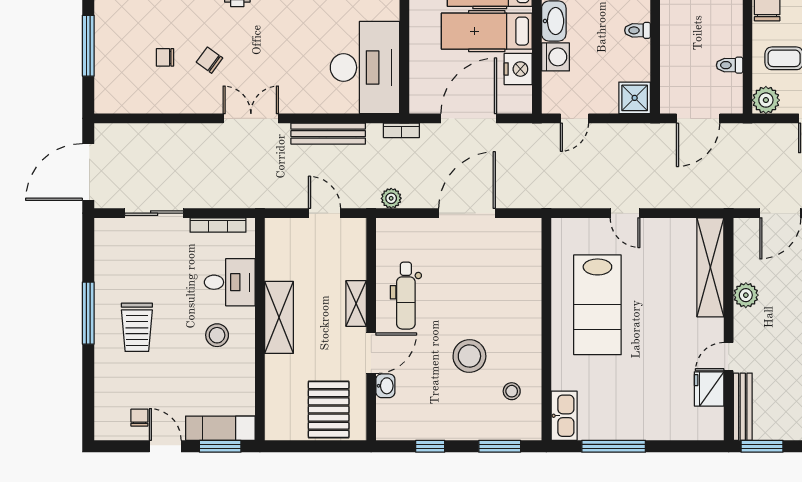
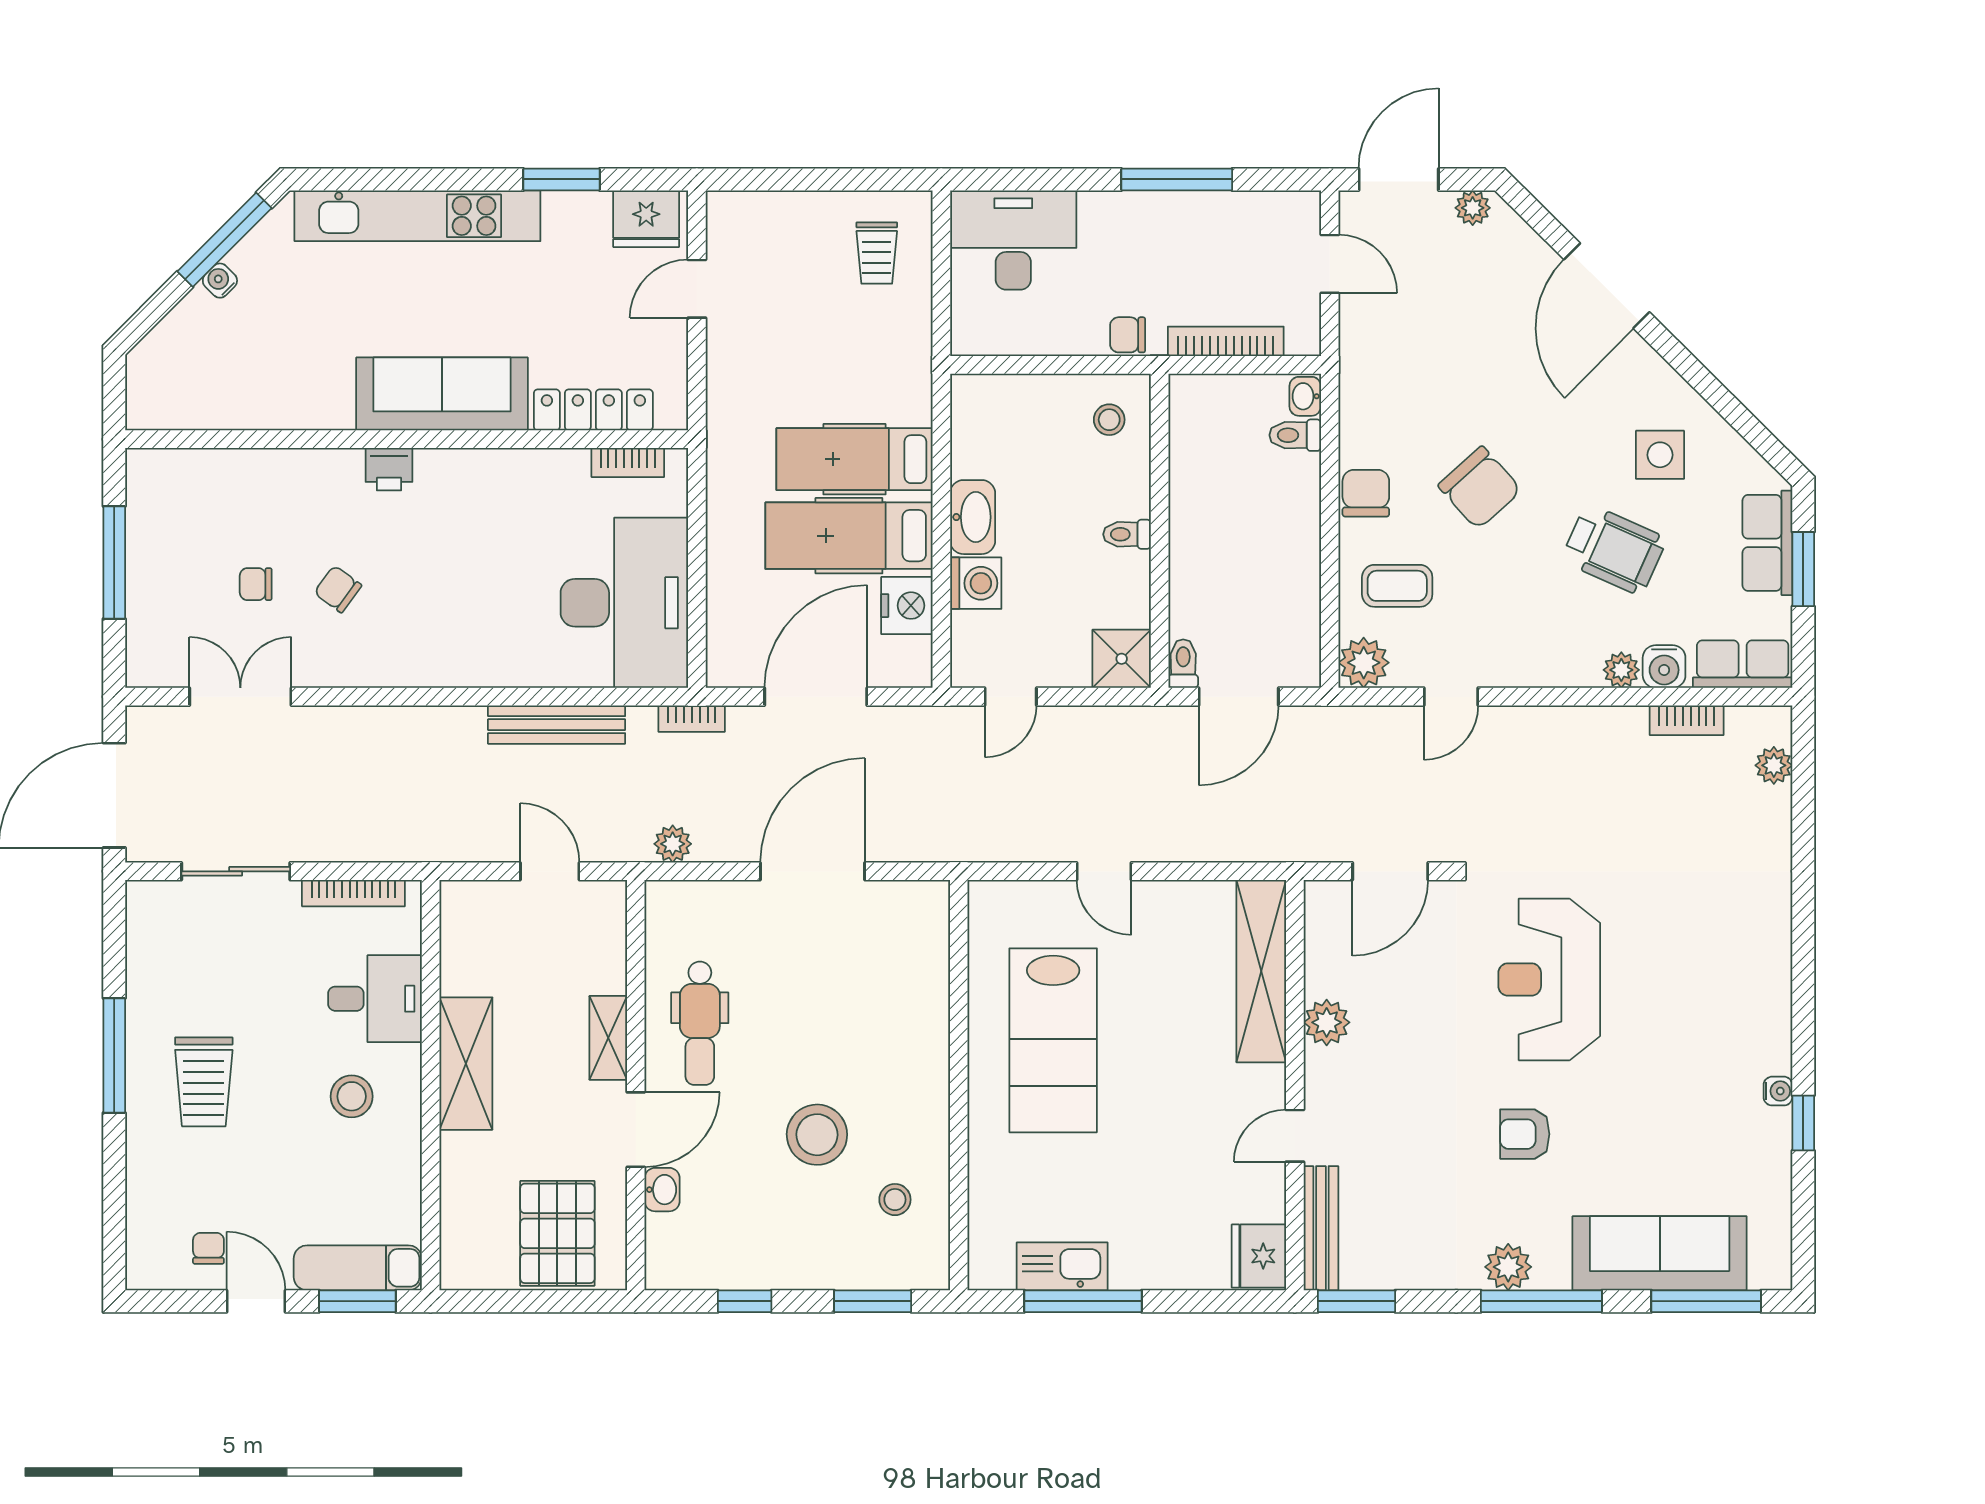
toilet: (730, 65) -> (1183, 664), moved, turned 90
double door: (251, 118) -> (240, 697), moved
fridge: (709, 389) -> (1259, 1256), moved
kitchen sink: (564, 416) -> (1062, 1266), moved, turned -90

